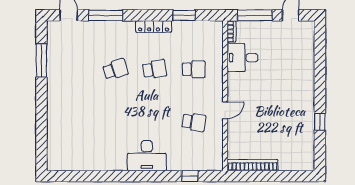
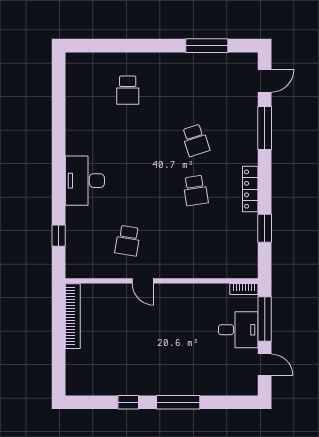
desk: (242, 58) -> (238, 330), moved, turned 90
school desk: (194, 69) -> (128, 90), moved
window: (320, 83) -> (178, 402), added

